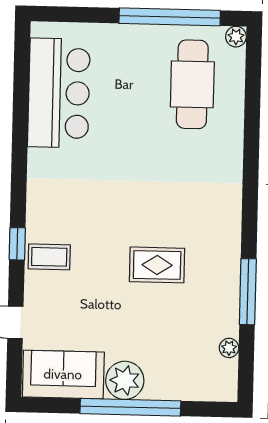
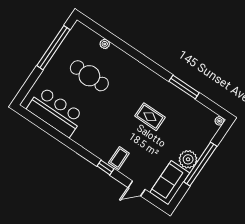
plant: (236, 37) -> (105, 44), moved
cafe table: (192, 84) -> (89, 76), moved
rug: (157, 265) -> (150, 117), turned 90
plant: (229, 348) -> (219, 121), moved

